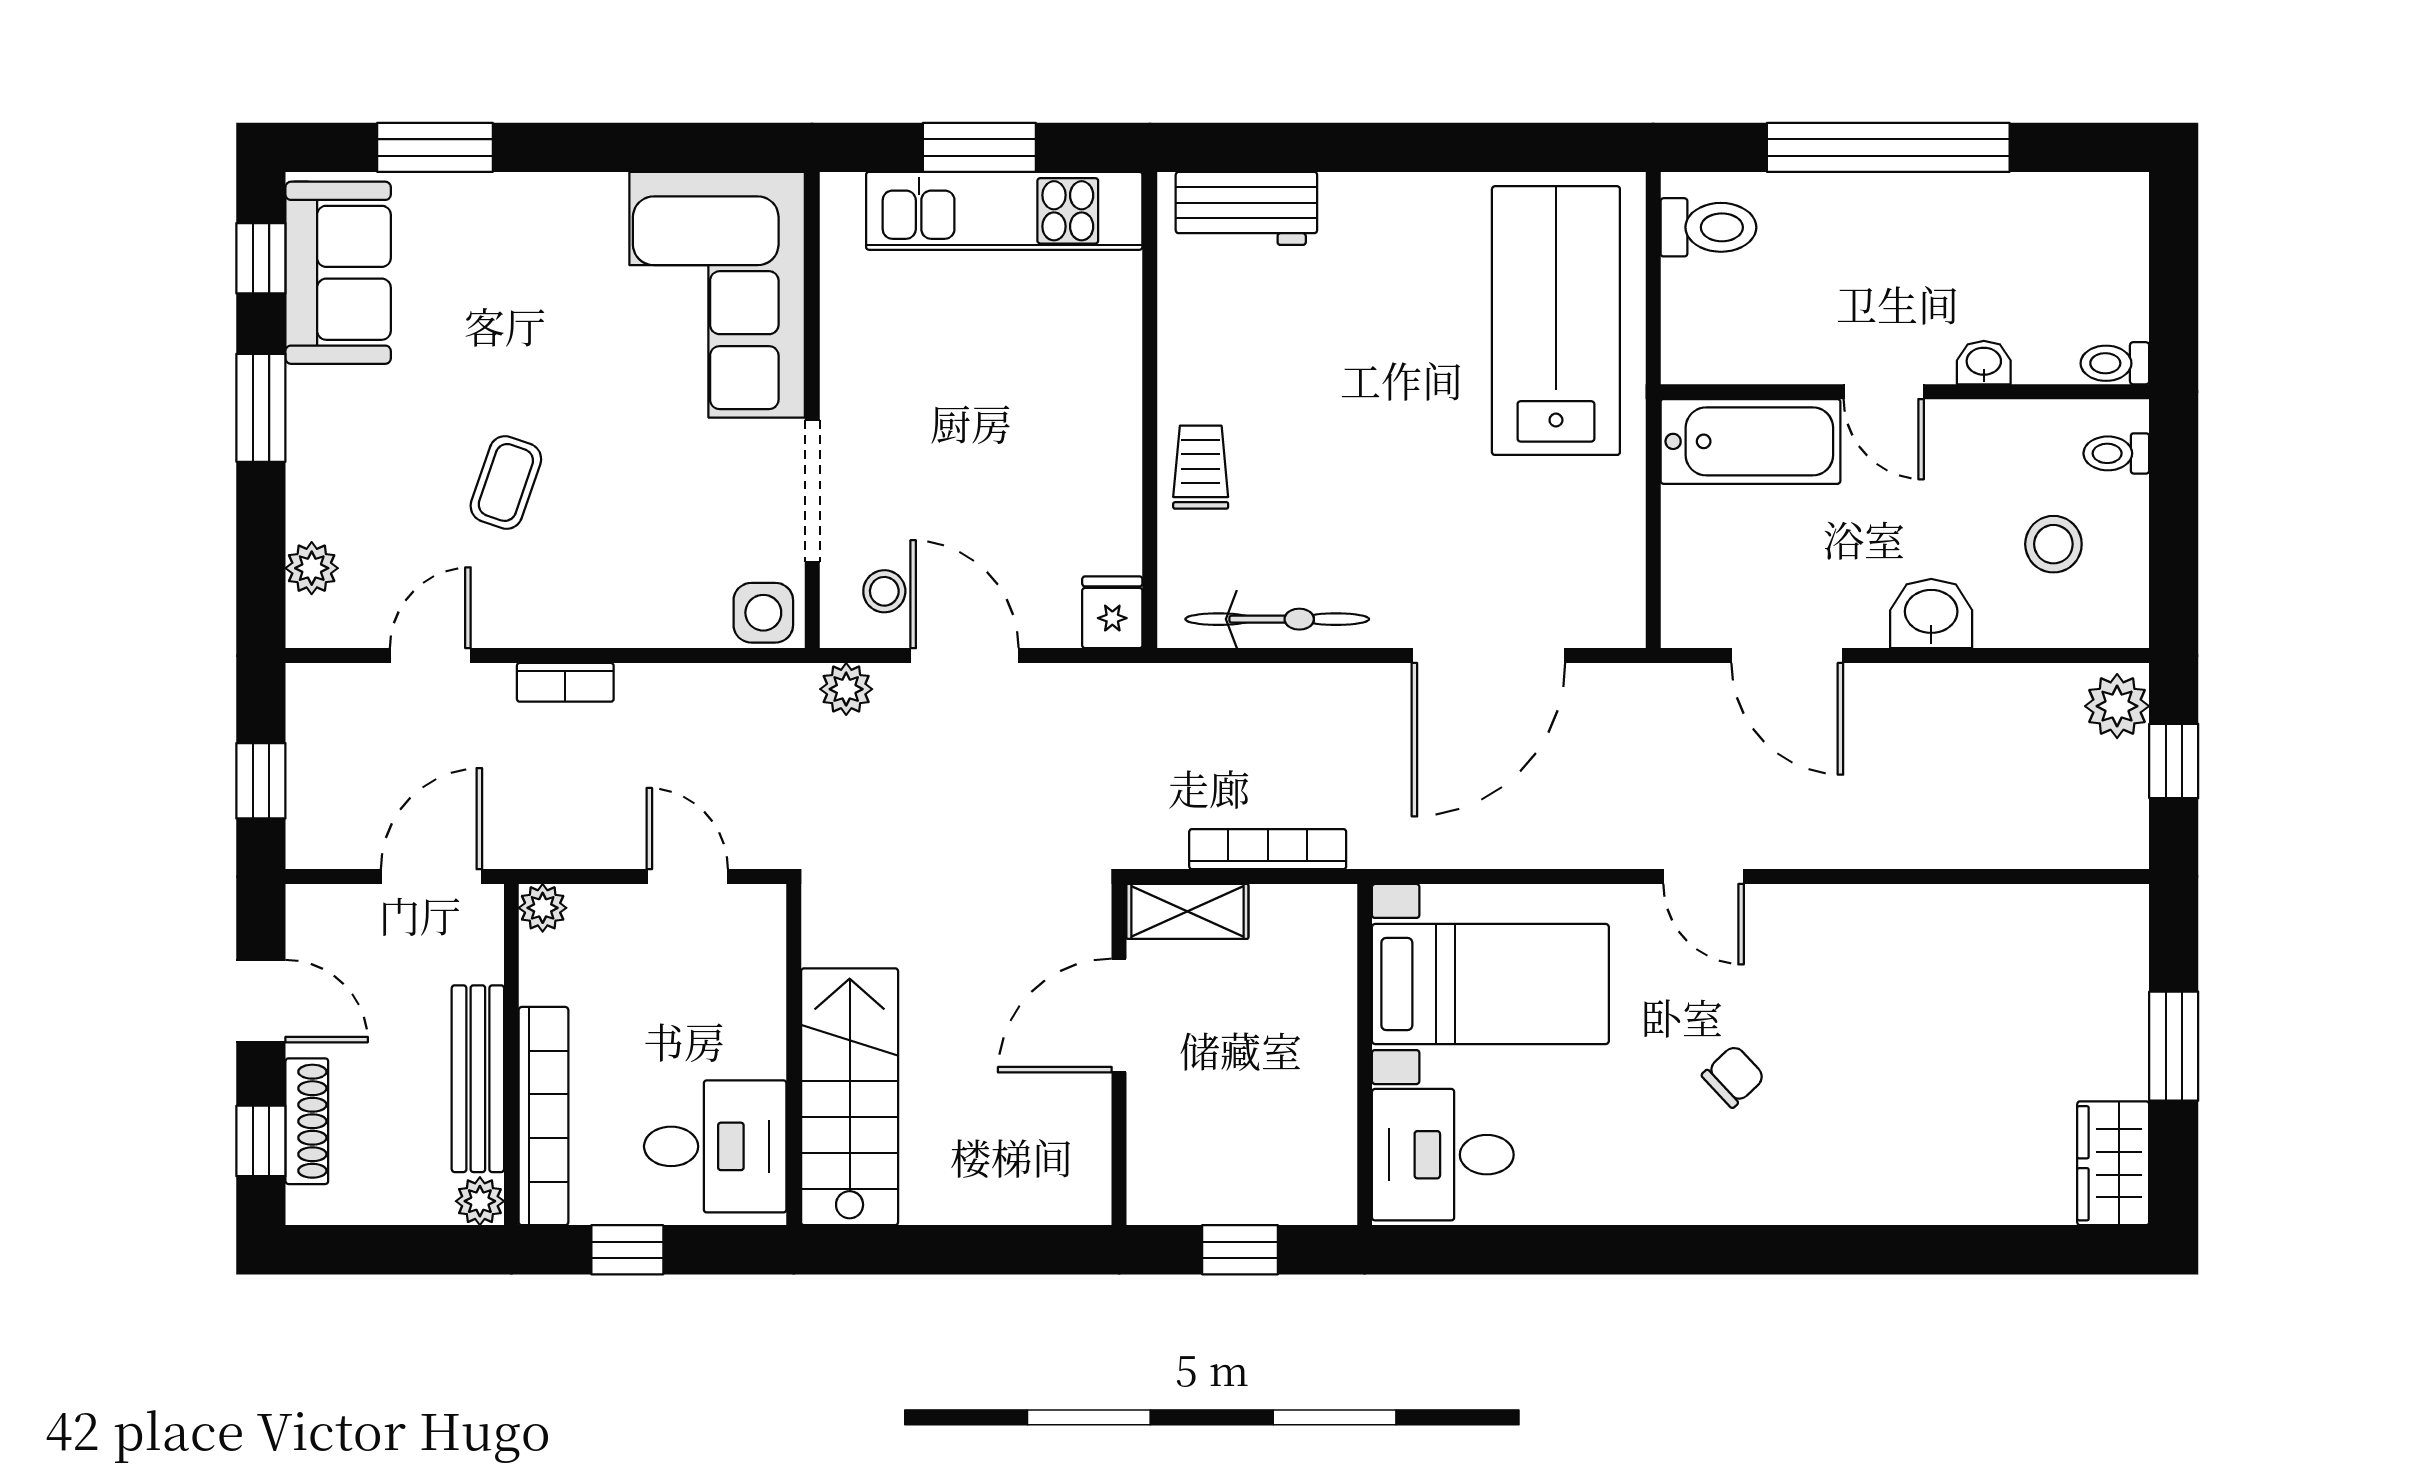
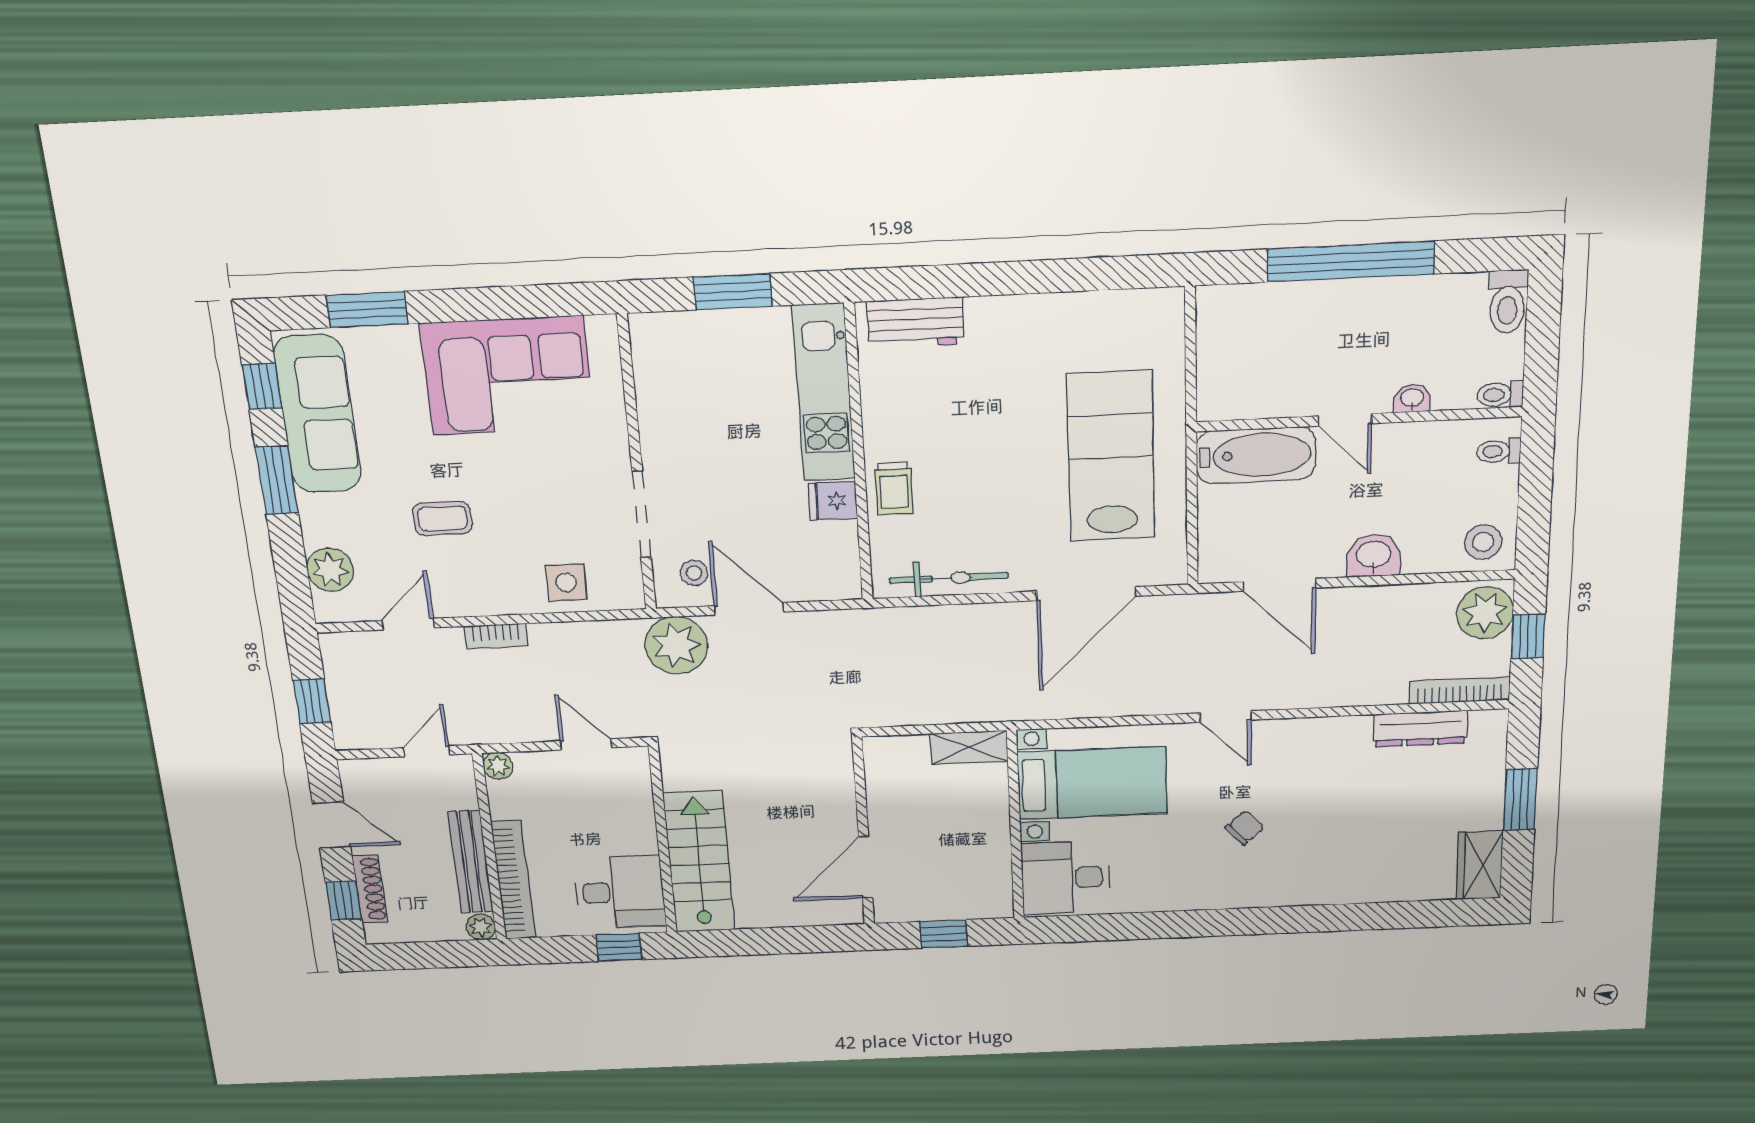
kitchen unit: (1004, 211) -> (824, 393), moved, turned 90
toilet: (1708, 227) -> (1508, 302), moved, turned 90
sofa: (338, 273) -> (317, 414), width x1.36
corner sofa: (717, 295) -> (507, 376), moved, turned -90
lab bench: (1556, 321) -> (1111, 456), moved
trolley: (1201, 467) -> (894, 488), turned 180
coffee table: (506, 482) -> (442, 518), turned 71
stool: (2053, 544) -> (1483, 542), moved
plant: (312, 568) -> (330, 570), width x1.38, depth x1.38
fridge: (1112, 612) -> (833, 501), moved, turned -90
side table: (763, 613) -> (566, 582), moved
plant: (846, 689) -> (676, 645), width x1.87, depth x1.87
plant: (2117, 706) -> (1485, 613), width x1.36, depth x1.36
bookcase: (1268, 849) -> (1460, 691), moved
door: (431, 877) -> (427, 751), width x0.73
shelving: (1187, 911) -> (969, 747), moved
dresser: (2011, 913) -> (1420, 729), added
door: (1119, 1016) -> (866, 867), moved
window: (627, 1250) -> (619, 947), moved

